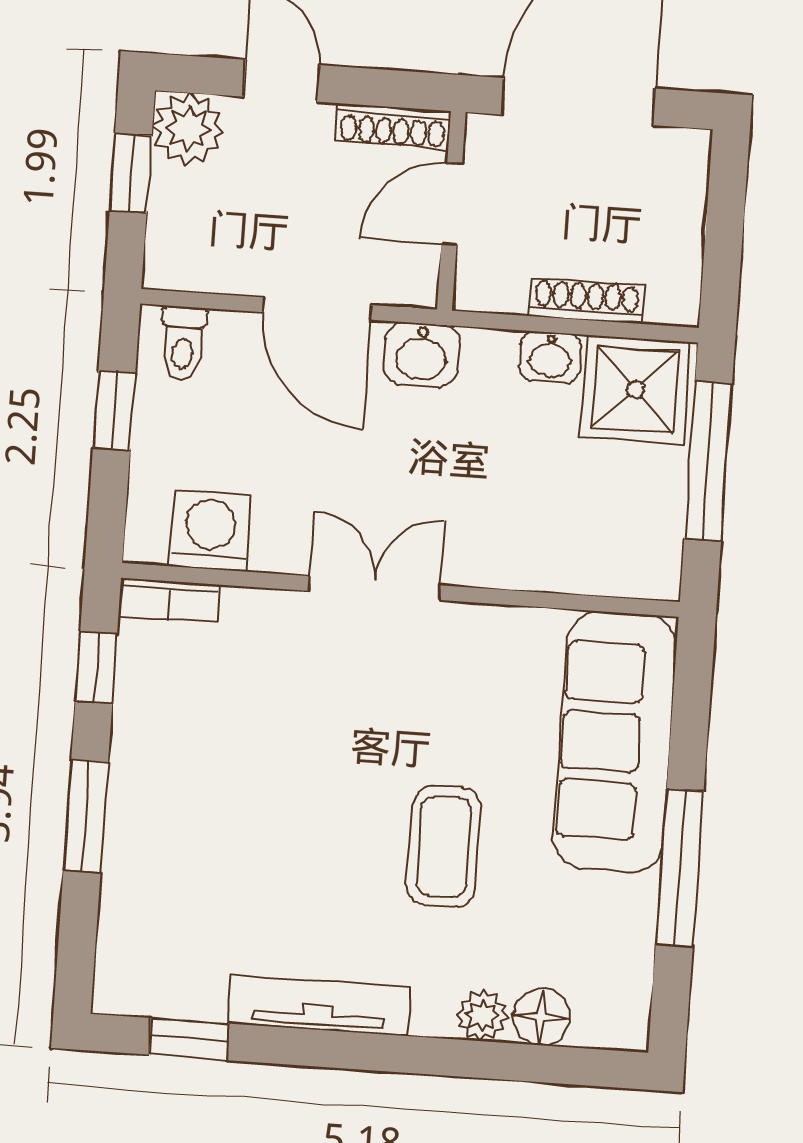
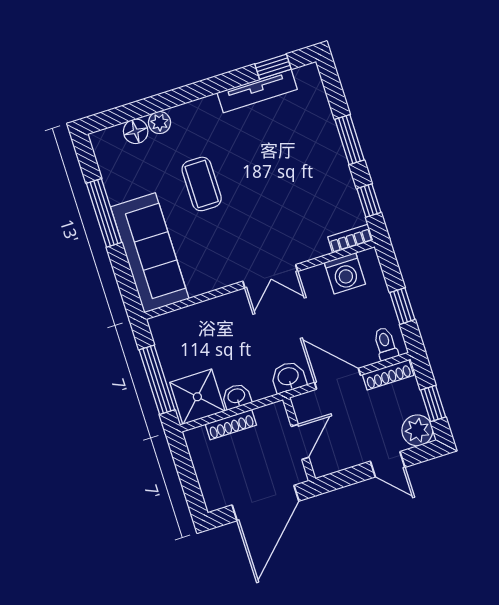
shoe rack: (393, 126) -> (388, 375), moved, turned 180
tv unit: (319, 1005) -> (257, 91), moved

